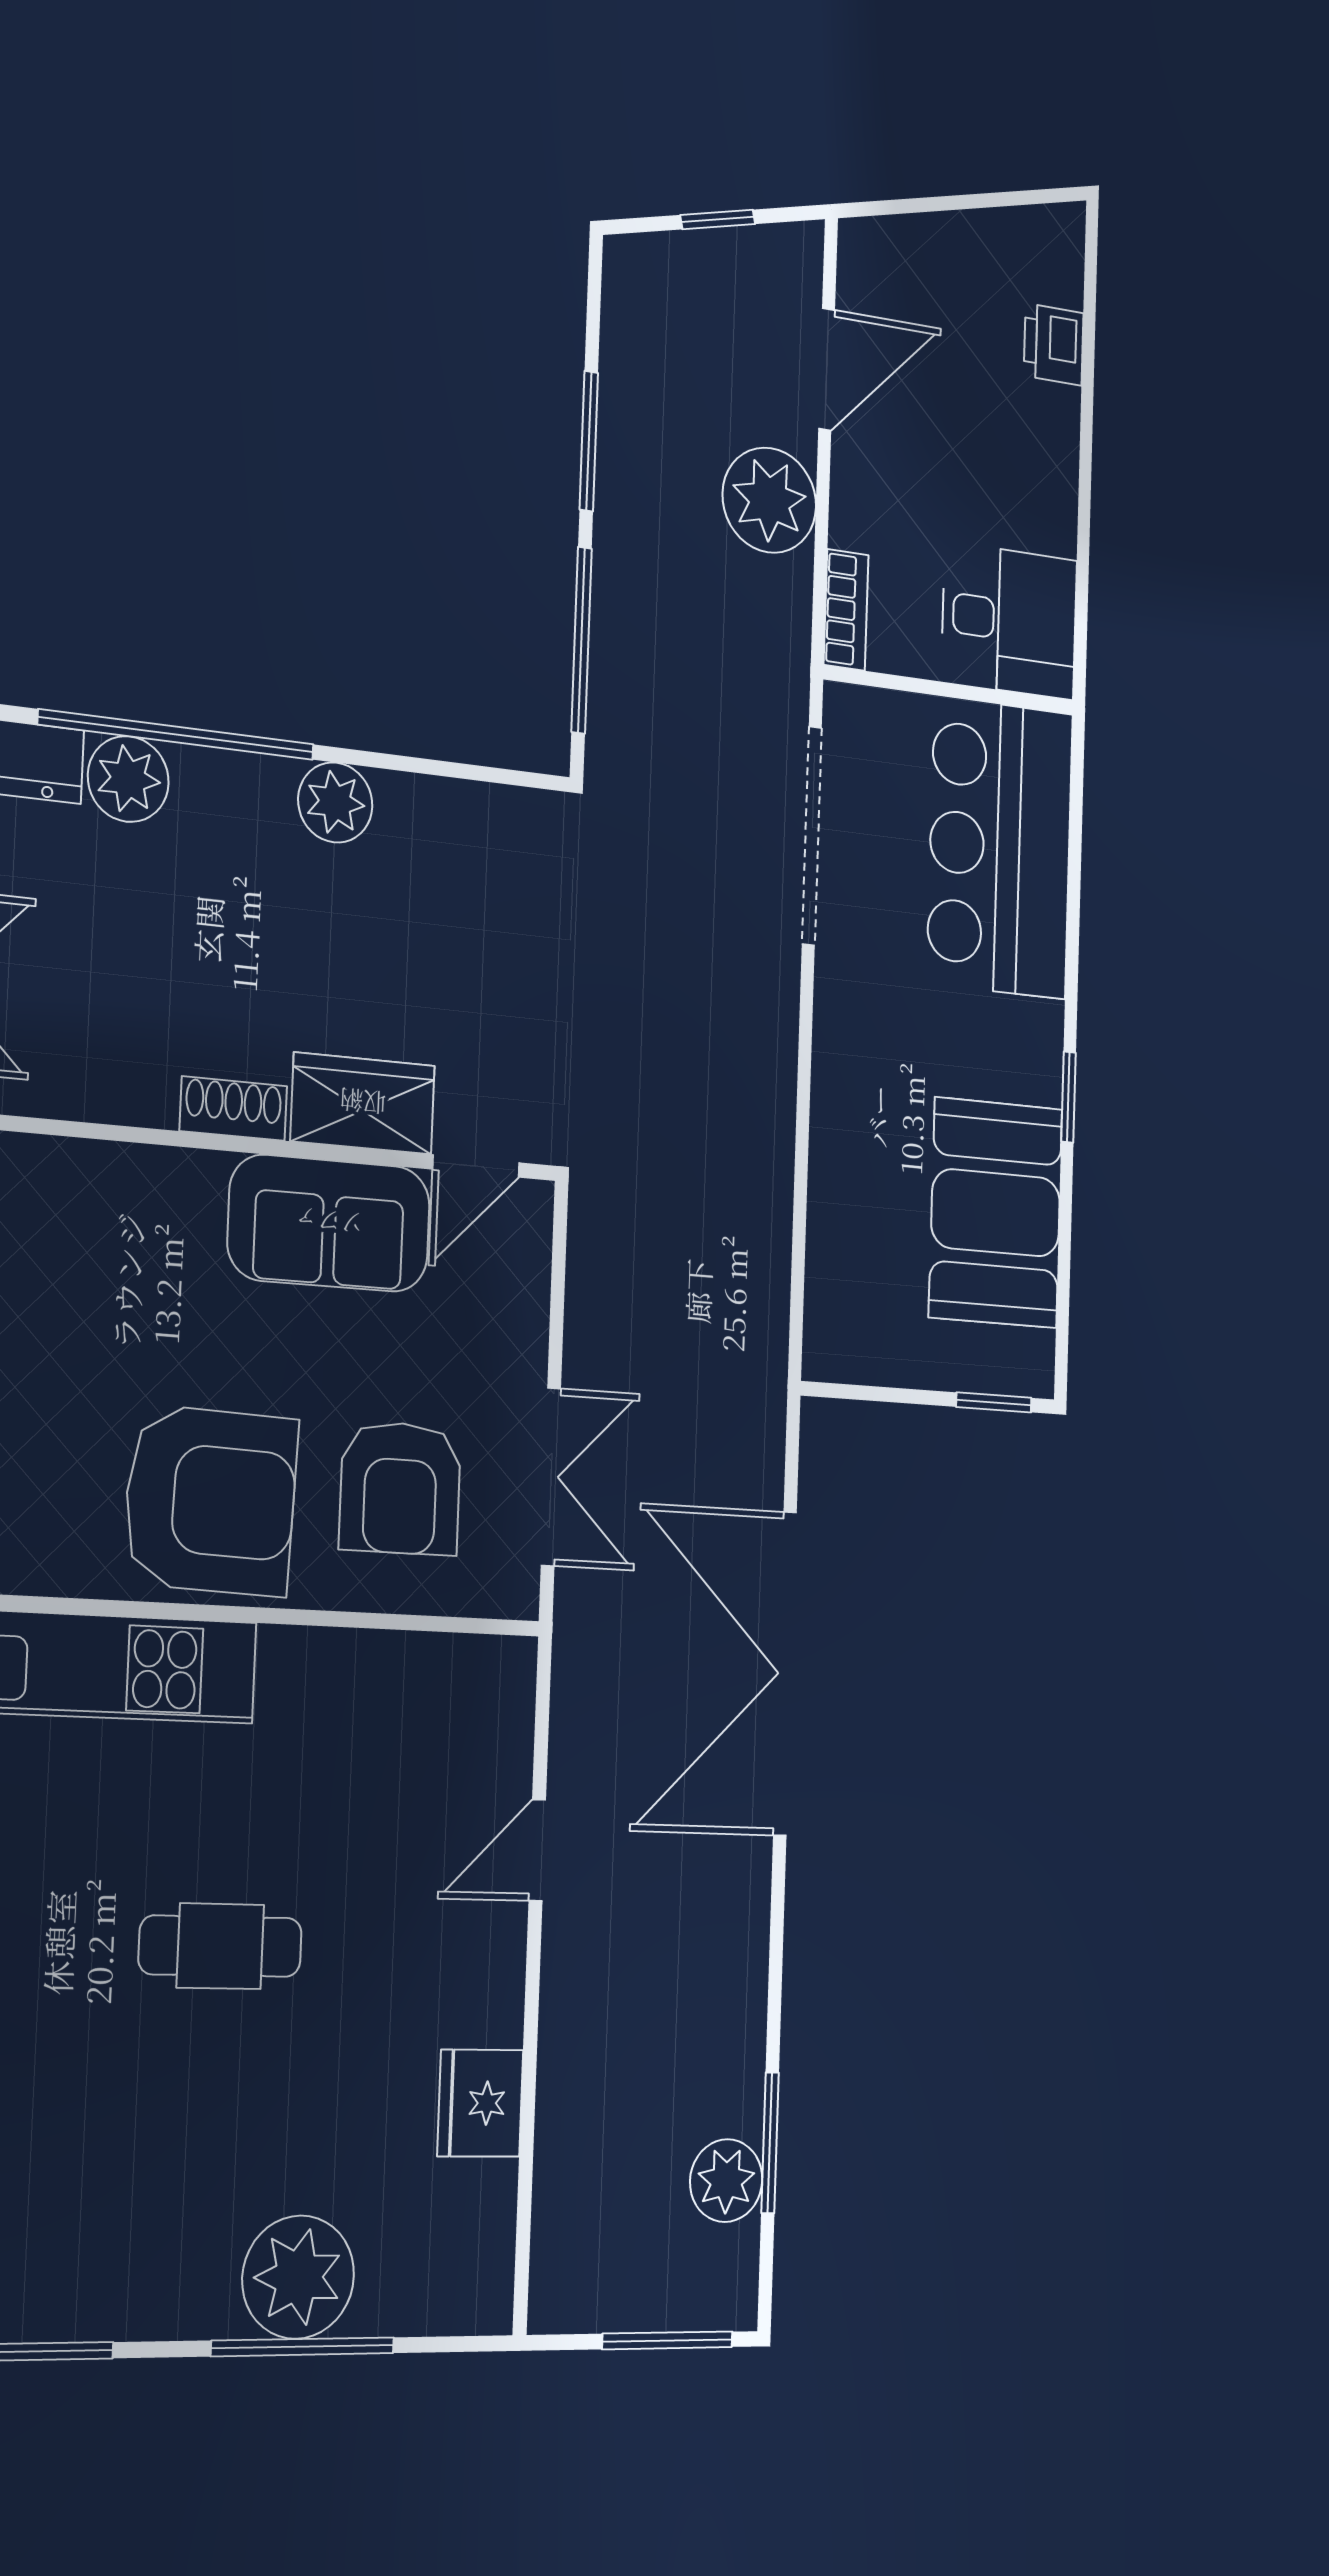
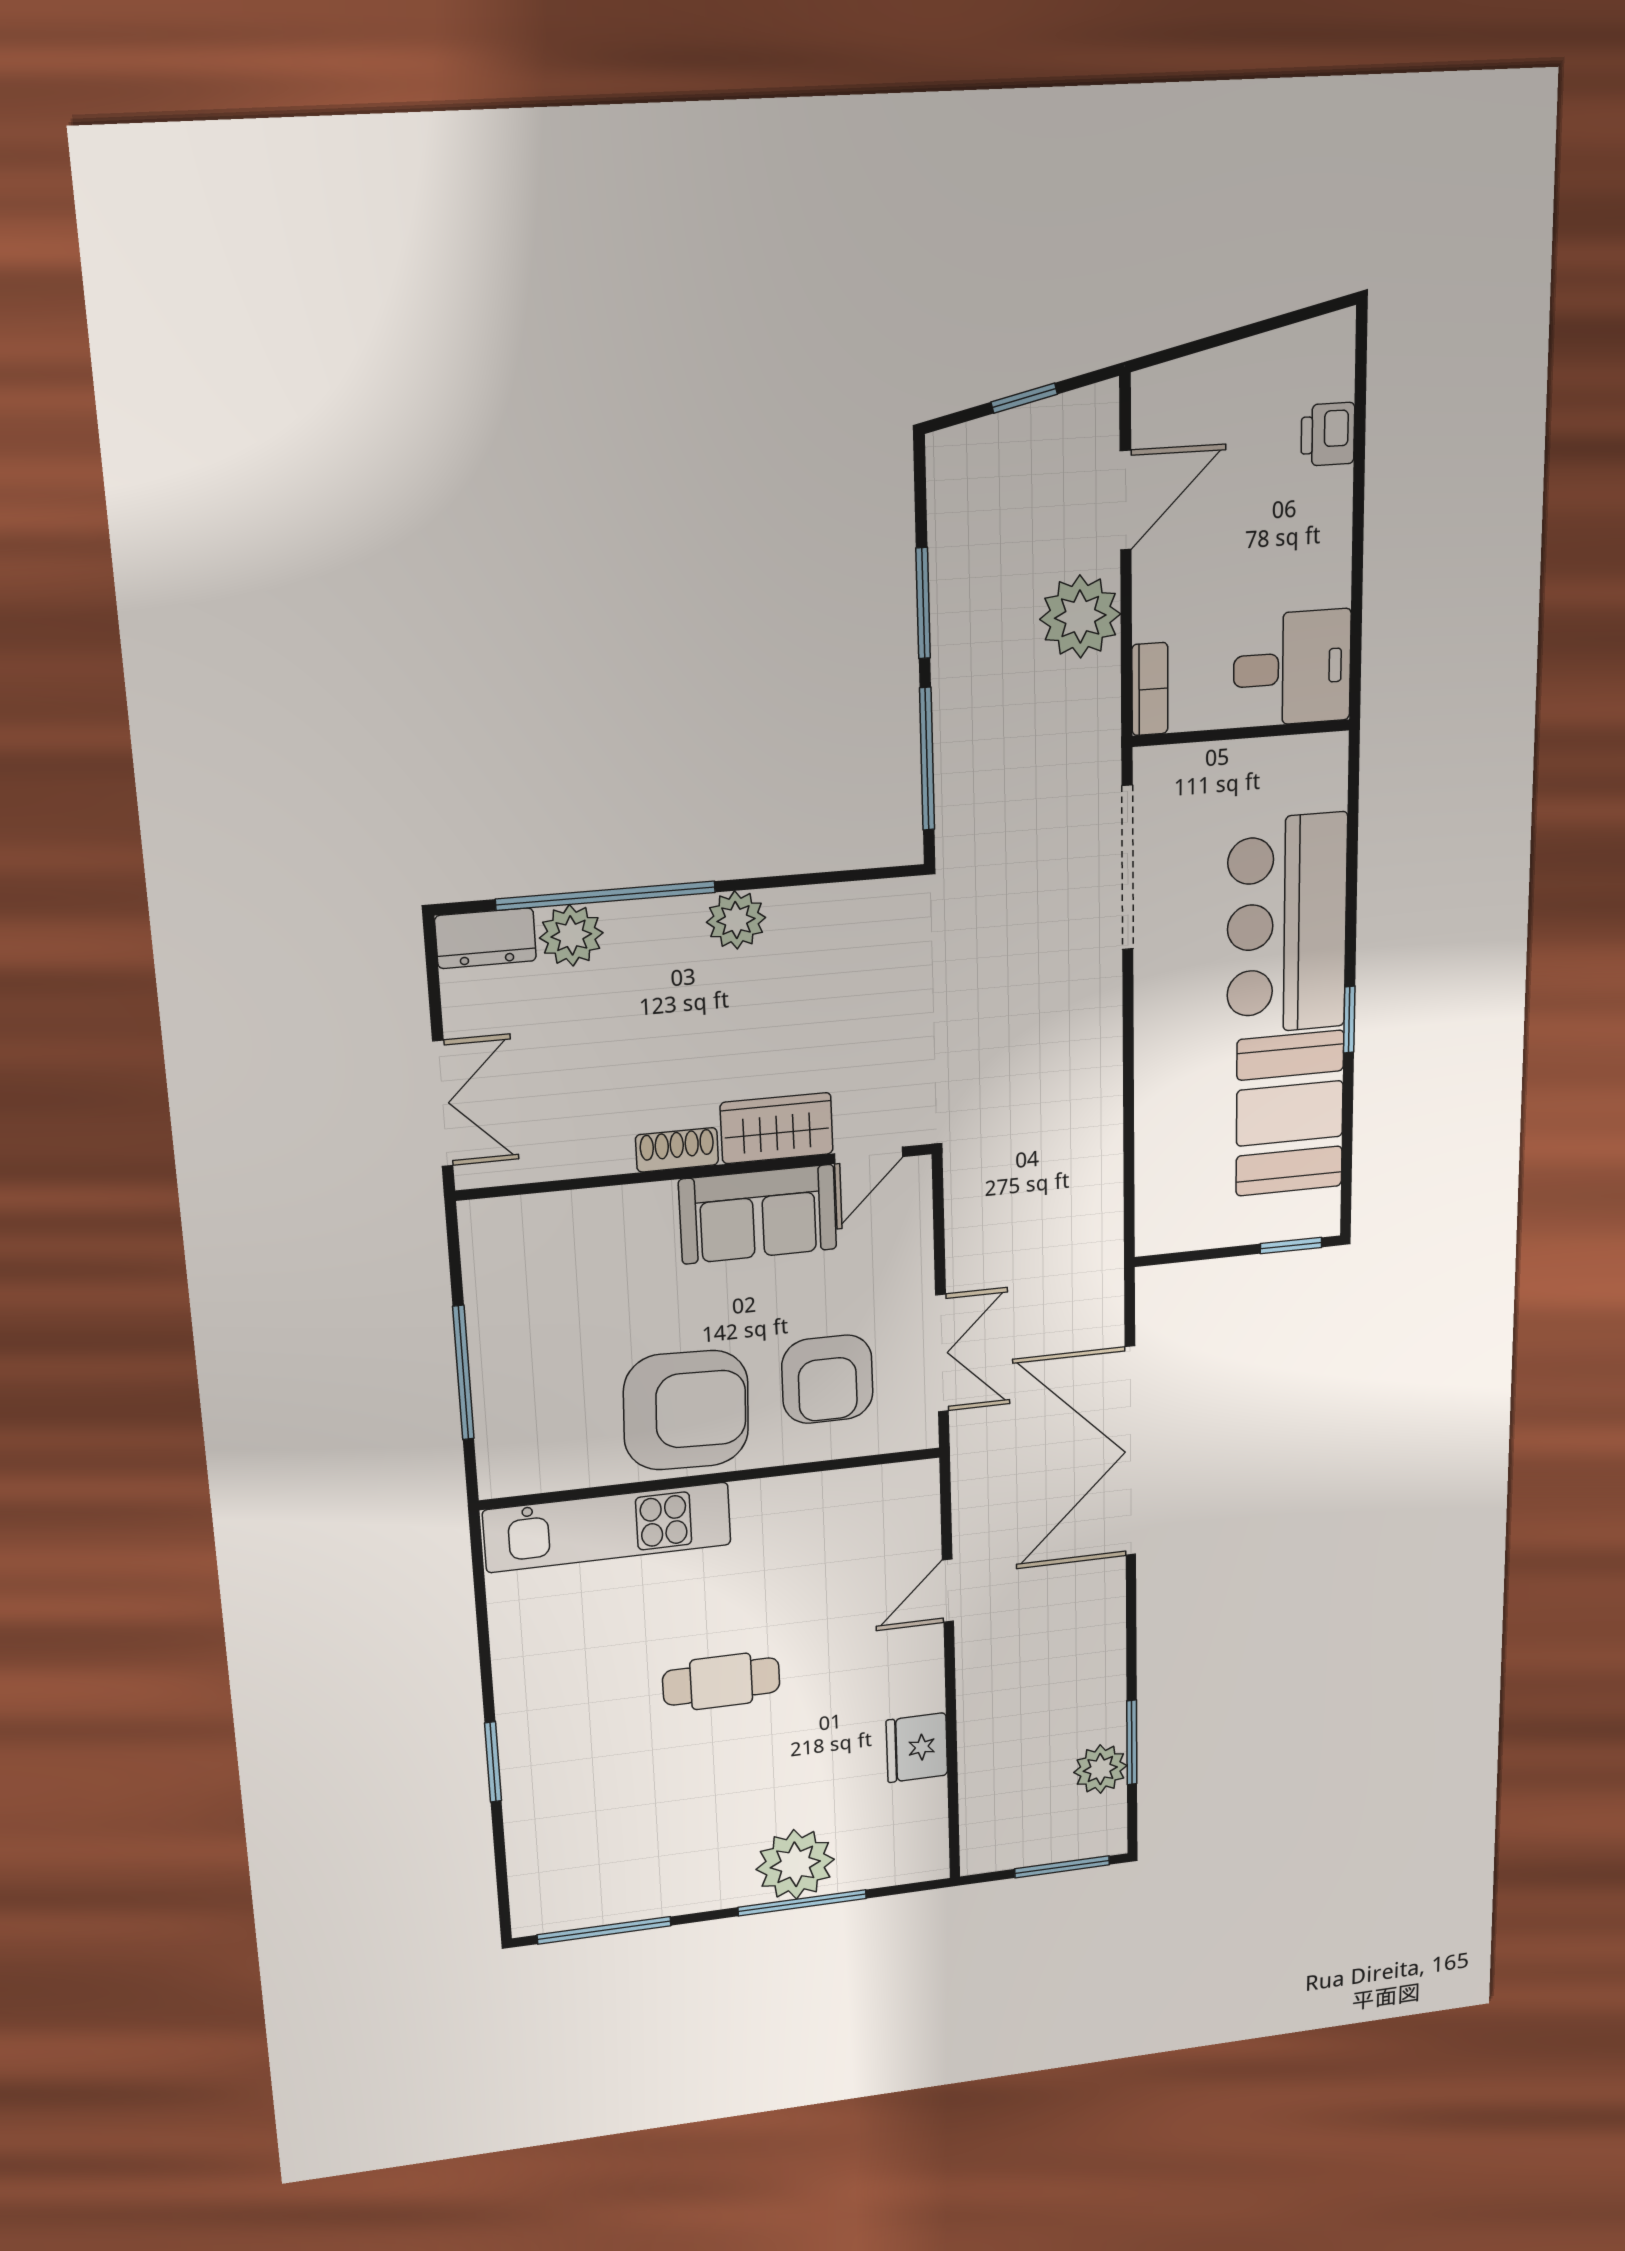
bar counter: (1000, 848) -> (1287, 924), moved

